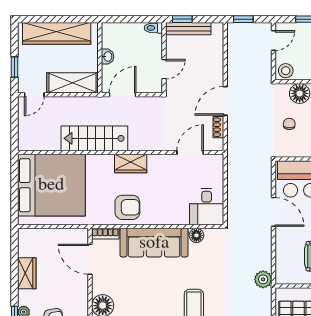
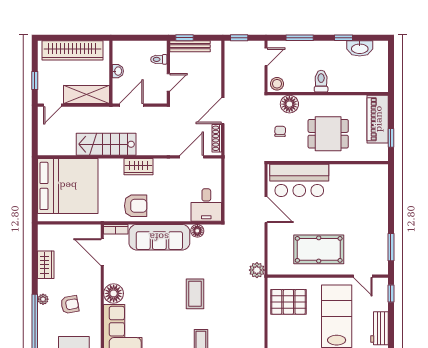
toilet: (153, 28) -> (159, 59), moved
shoe rack: (218, 127) -> (217, 138), width x1.43

